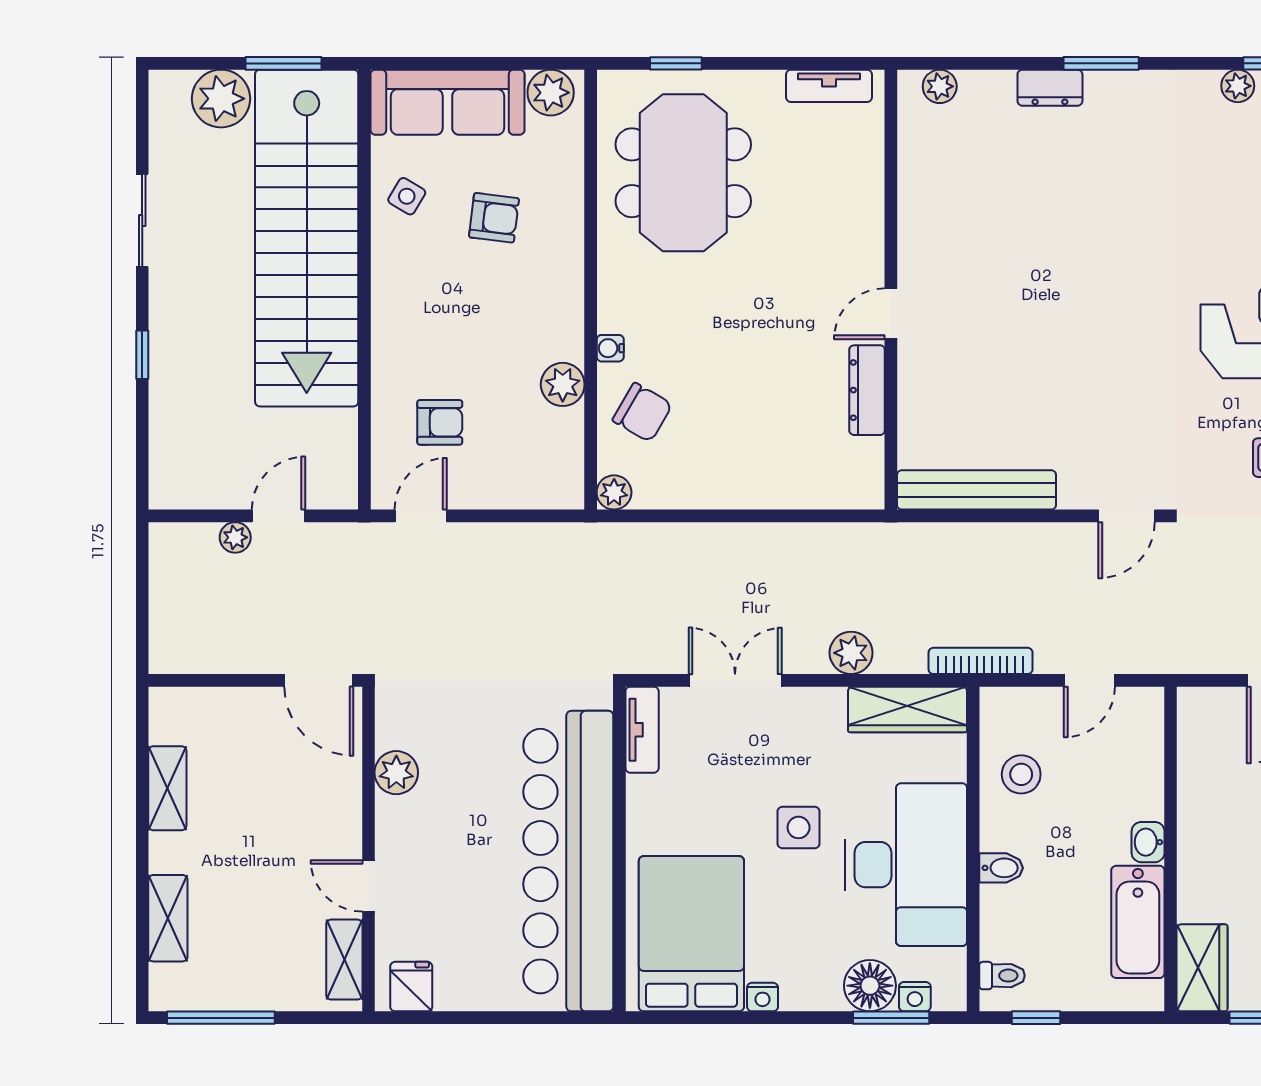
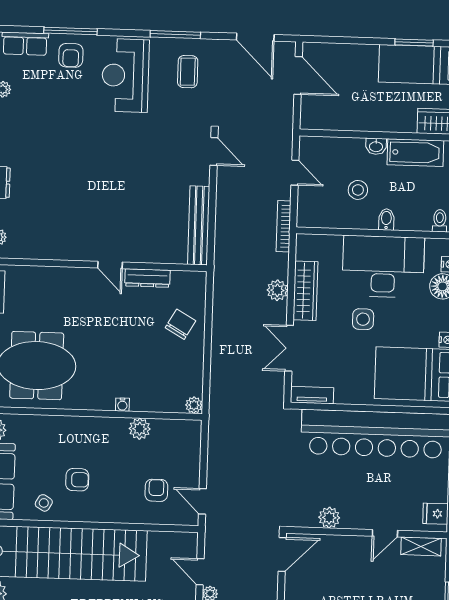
armchair: (494, 218) -> (77, 480), moved, turned 83
chair: (642, 412) -> (181, 324), moved
wardrobe: (908, 710) -> (305, 291), moved
stool: (1021, 774) -> (358, 190), moved

